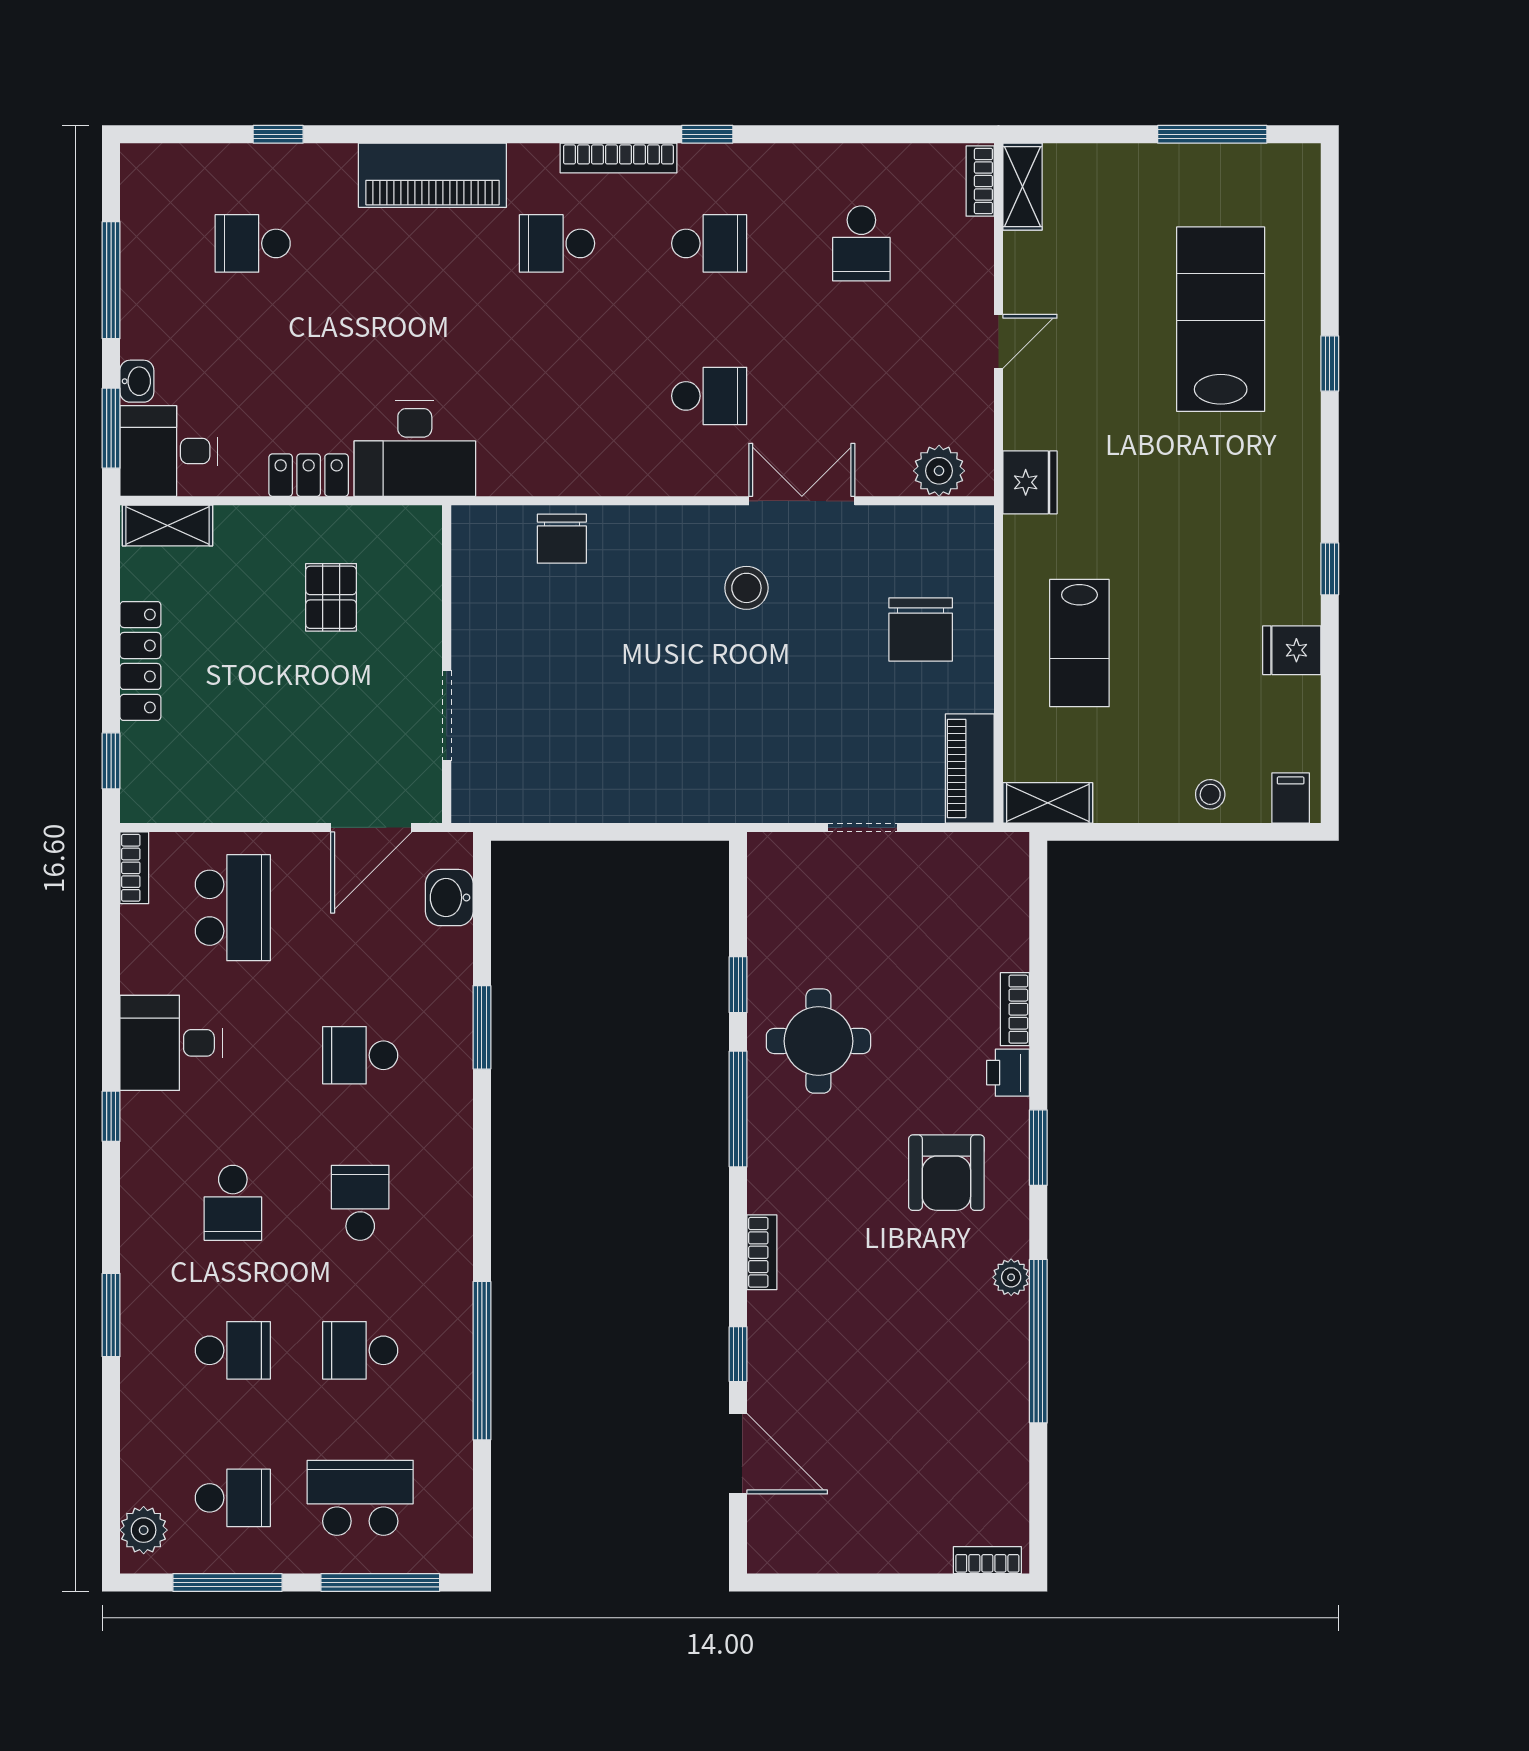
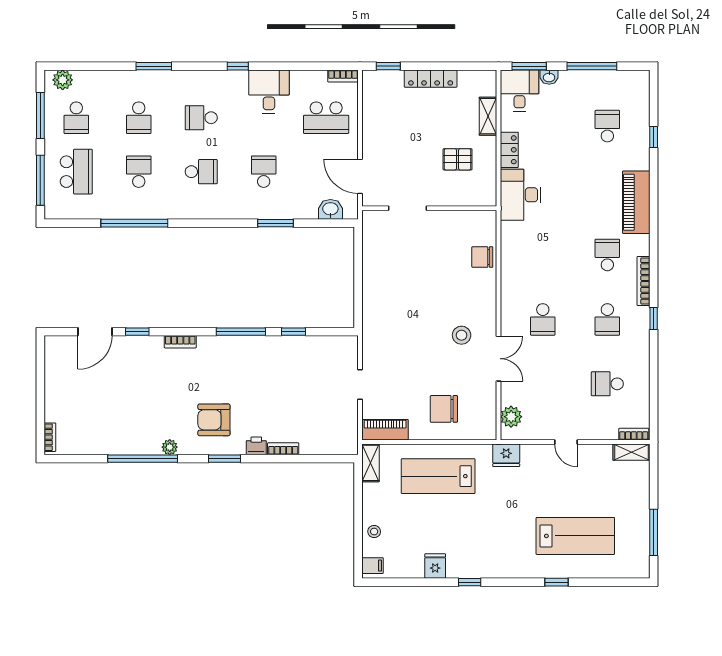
shelving: (168, 525) -> (488, 116), moved
lab bench: (1079, 643) -> (438, 476), width x1.36, depth x1.39
round table: (818, 1041) -> (270, 366), removed

